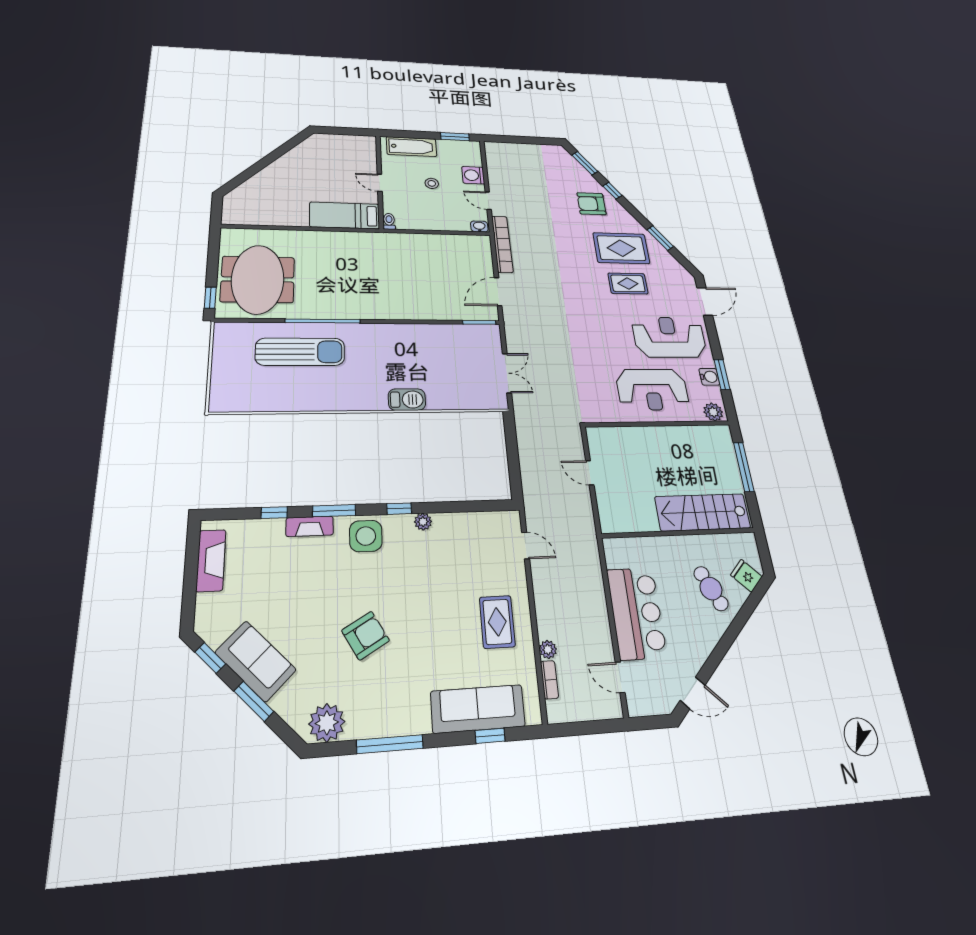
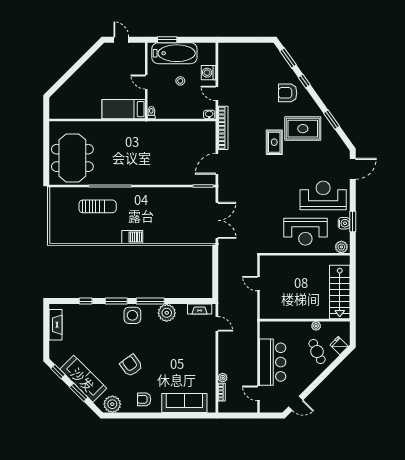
door: (340, 131) -> (121, 40), added
window: (455, 137) -> (167, 40), moved
bathtub: (411, 147) -> (174, 53), width x1.36, depth x1.36
rug: (628, 283) -> (274, 142), moved, turned 90
window: (210, 298) -> (46, 171), removed
sun lounger: (300, 352) -> (98, 206), width x0.73, depth x0.75
double door: (507, 373) -> (217, 220), width x1.37
barbecue: (407, 400) -> (132, 237), moved
window: (744, 467) -> (353, 282), removed
window: (399, 509) -> (150, 301), width x2.17
stairs: (703, 512) -> (340, 292), moved, turned -90
plant: (423, 522) -> (167, 313), width x1.87, depth x1.87
fireplace: (310, 526) -> (200, 309), moved
plant: (700, 542) -> (316, 326), added
rug: (497, 622) -> (198, 363), removed
armchair: (366, 635) -> (131, 365), turned -96
sofa: (256, 661) -> (83, 379), width x1.36
armchair: (394, 707) -> (144, 399), added
window: (490, 736) -> (189, 416), removed
window: (390, 744) -> (141, 416), removed

